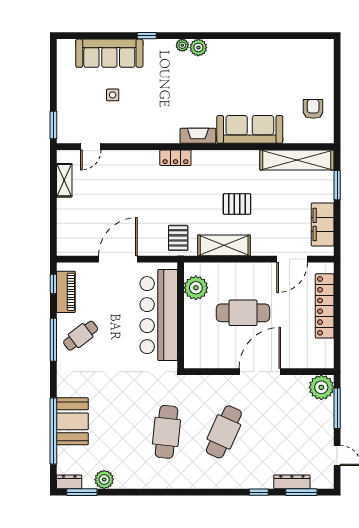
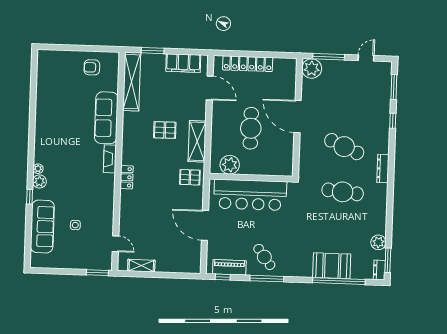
plant: (198, 48) -> (39, 181), moved
pallet: (237, 204) -> (165, 130), turned 90
dresser: (292, 482) -> (383, 169), moved

